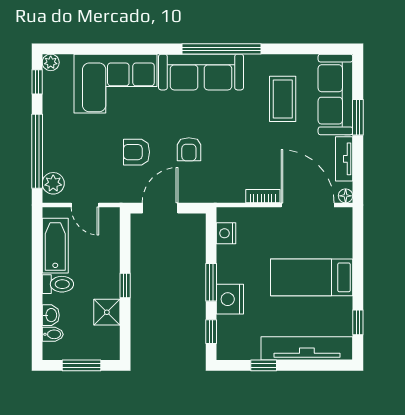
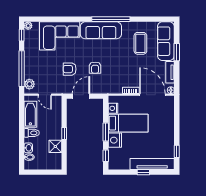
bed: (312, 277) -> (128, 123), moved, turned 180
window: (82, 365) -> (43, 172), removed
window: (264, 365) -> (143, 172), moved

